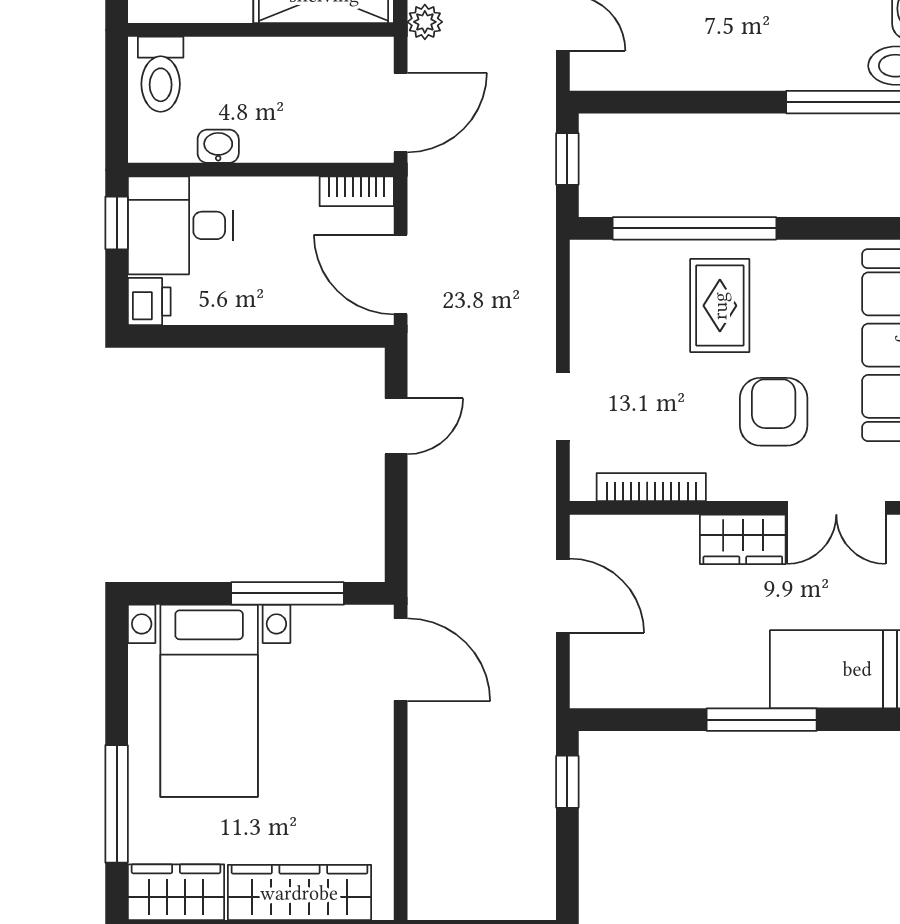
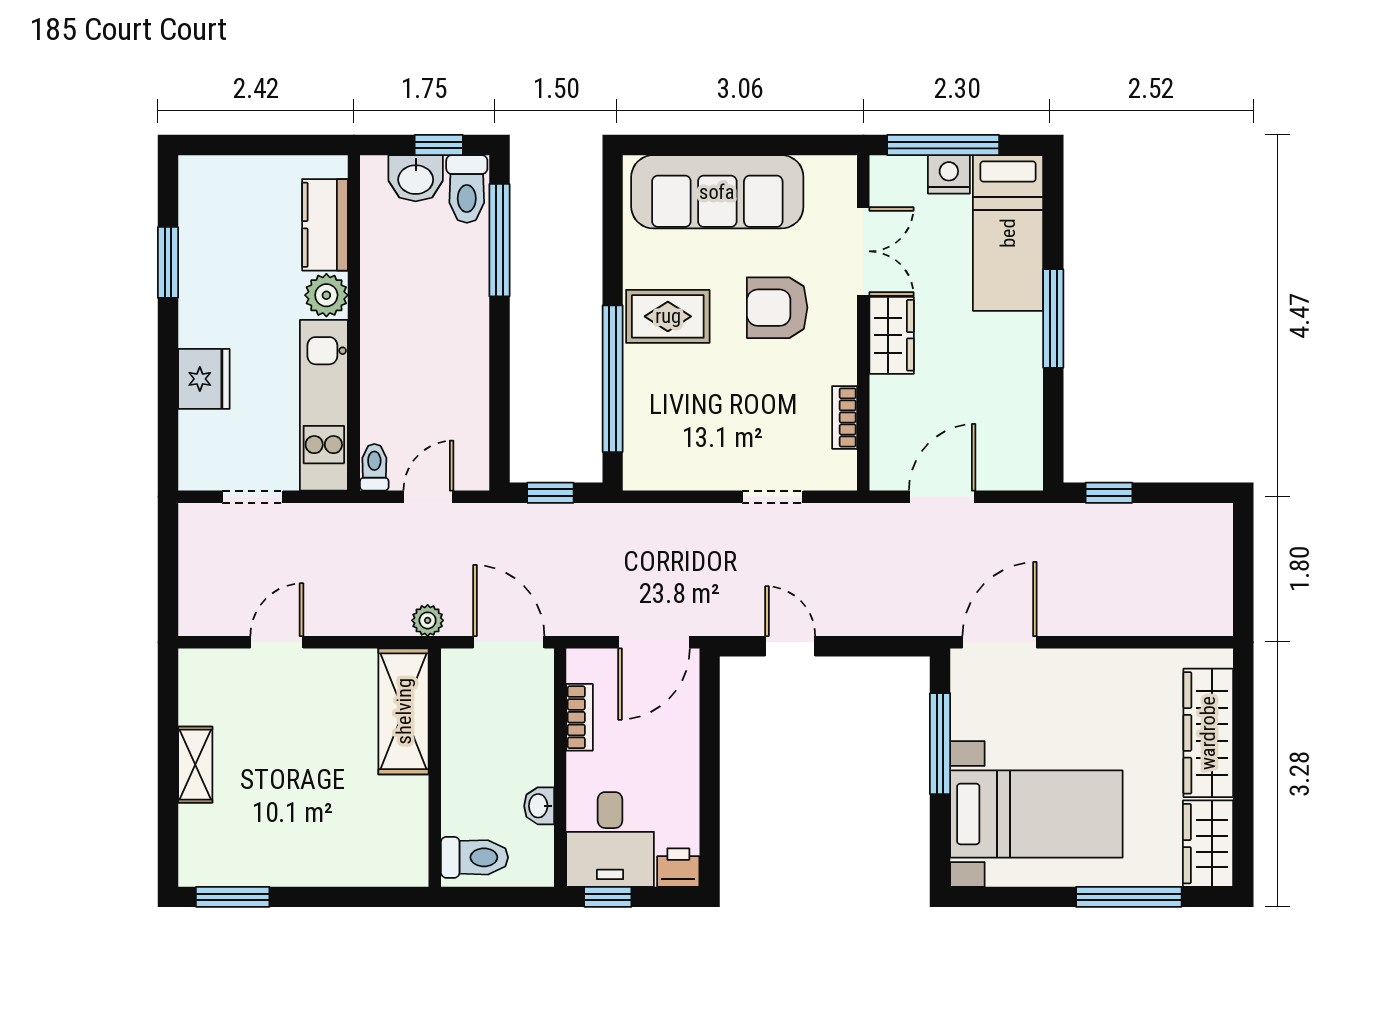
bookcase: (357, 191) -> (579, 717), moved
rug: (720, 306) -> (668, 316), moved
bookcase: (651, 487) -> (845, 417), width x0.64

